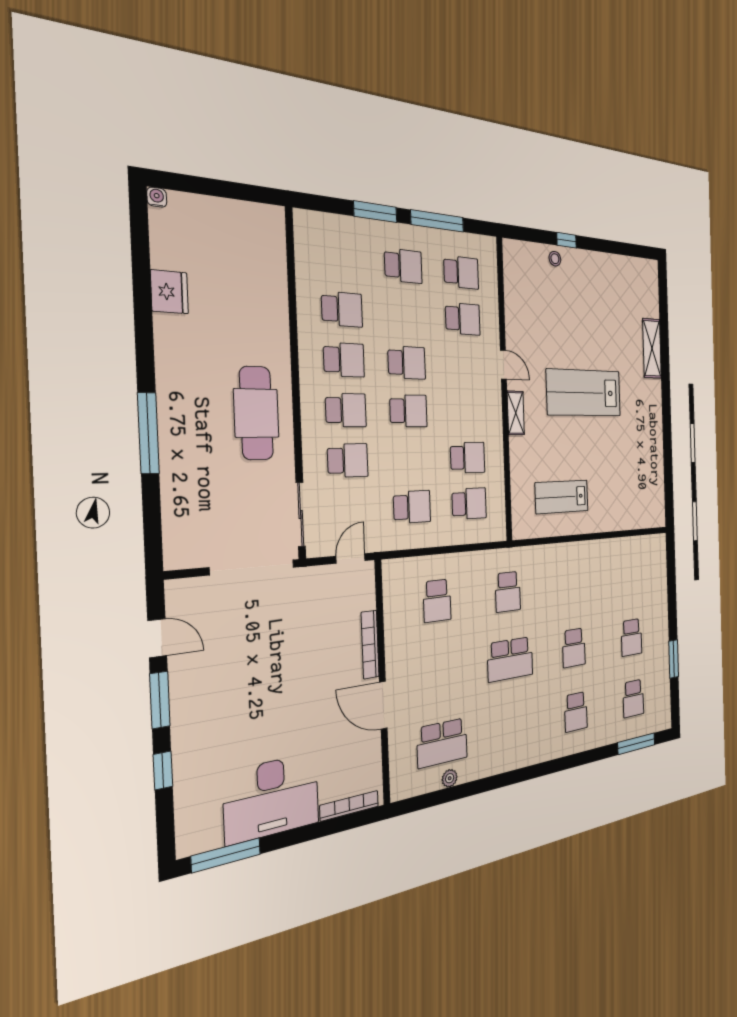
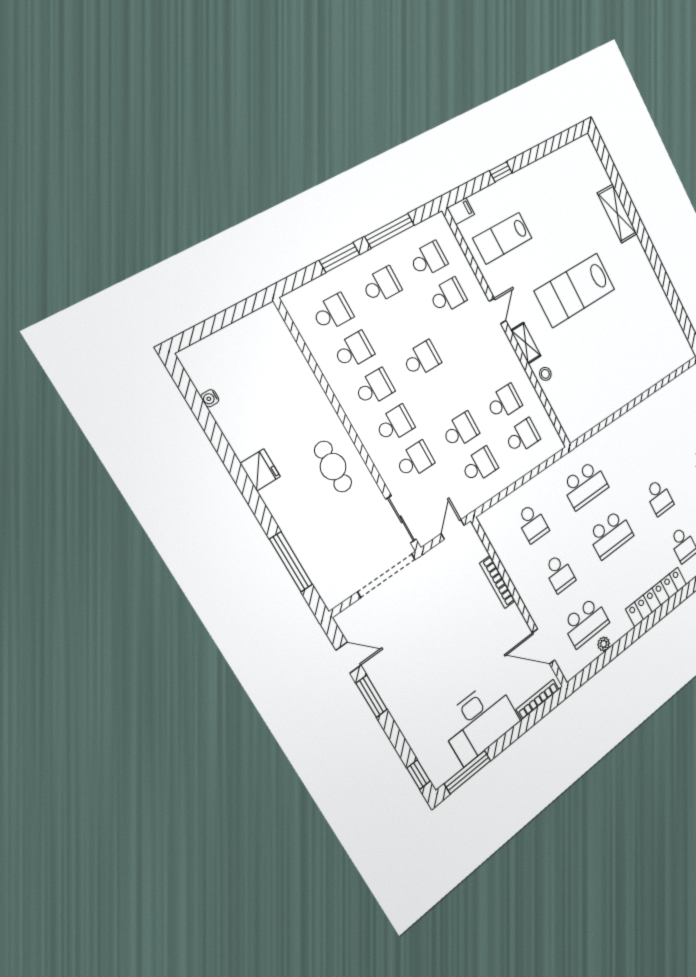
water cooler: (157, 197) -> (210, 398), moved, turned -90
filing cabinet: (513, 250) -> (461, 211), added
school desk: (340, 259) -> (333, 313), added
stool: (555, 259) -> (545, 374), moved
fridge: (169, 292) -> (260, 470), moved
door: (503, 365) -> (498, 311), hinge flipped
school desk: (409, 411) -> (461, 431), moved
cafe table: (256, 413) -> (333, 467), width x0.73, depth x0.74
window: (148, 433) -> (291, 562), moved
lab bench: (562, 497) -> (503, 238), moved
school desk: (508, 592) -> (585, 485), width x1.85
school desk: (440, 672) -> (559, 573), added
door: (383, 705) -> (544, 646), moved
locker: (526, 754) -> (656, 597), added
window: (163, 770) -> (418, 775), moved

